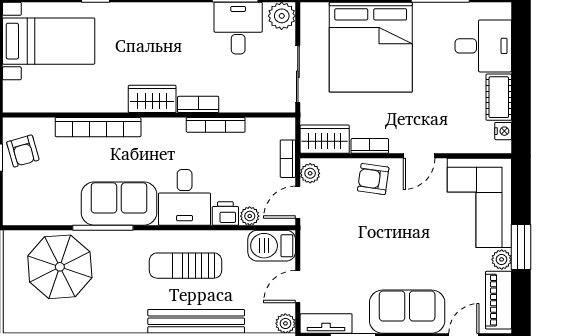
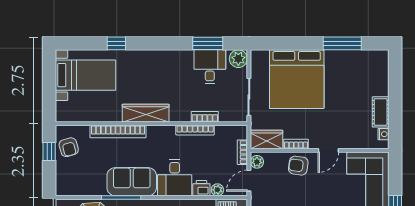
desk: (483, 46) -> (370, 78), removed
wardrobe: (152, 99) -> (146, 113), width x1.50
bookcase: (198, 104) -> (205, 117), moved

